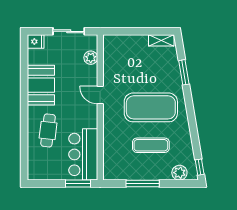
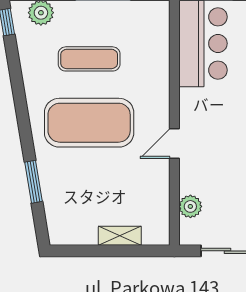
shelving: (161, 40) -> (120, 236), moved
door: (100, 95) -> (174, 143), swing flipped

